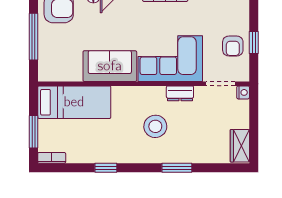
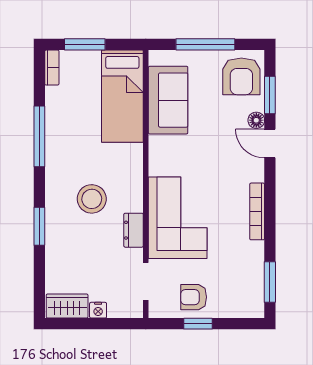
sofa: (110, 66) -> (168, 100), moved
nightstand: (243, 92) -> (98, 310), moved
window: (106, 168) -> (39, 136), width x2.17

